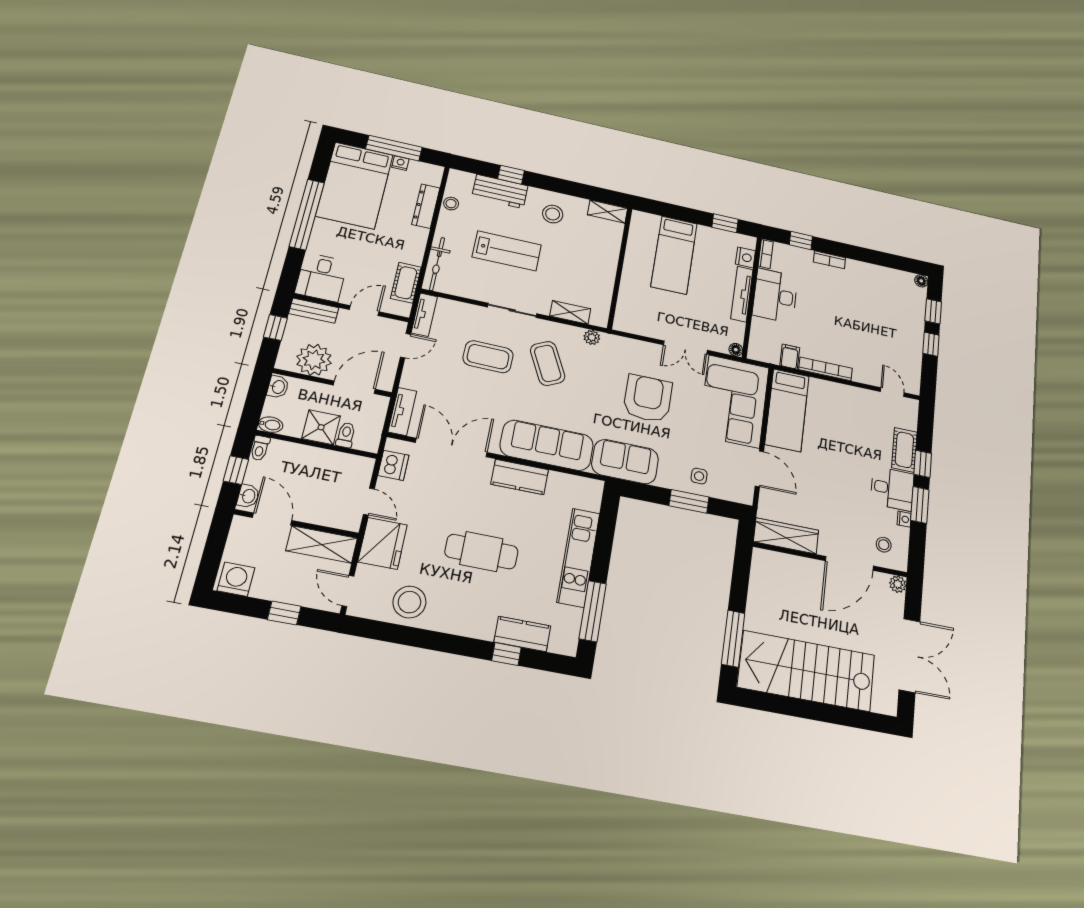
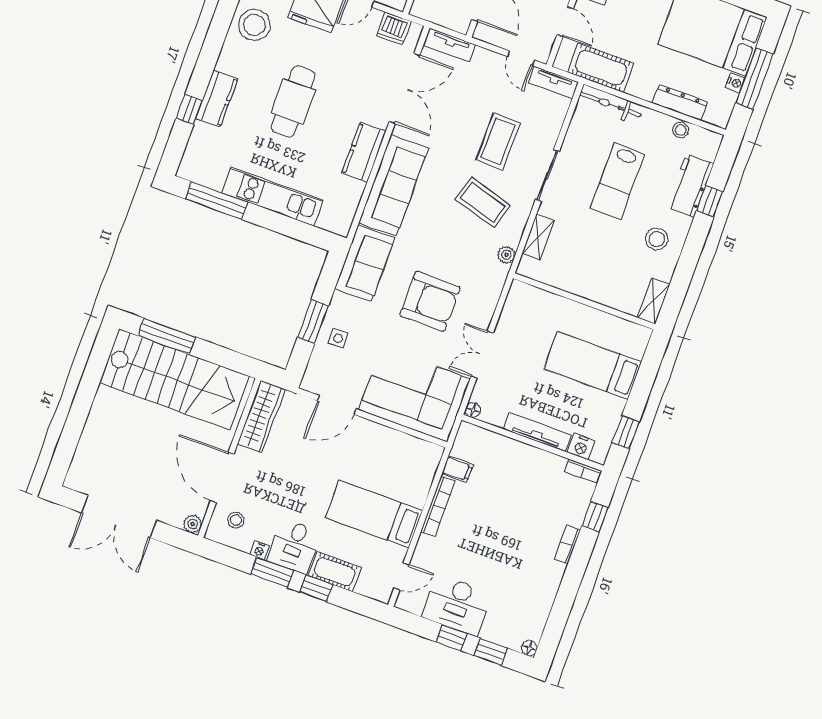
cot: (406, 283) -> (601, 68), width x1.37, depth x1.34
desk: (775, 296) -> (457, 605), moved, turned 180
coffee table: (548, 363) -> (483, 202), turned 42
bed: (787, 410) -> (374, 514), moved
kitchen counter: (522, 634) -> (217, 99), moved
stairs: (806, 671) -> (174, 379), moved, turned 90

